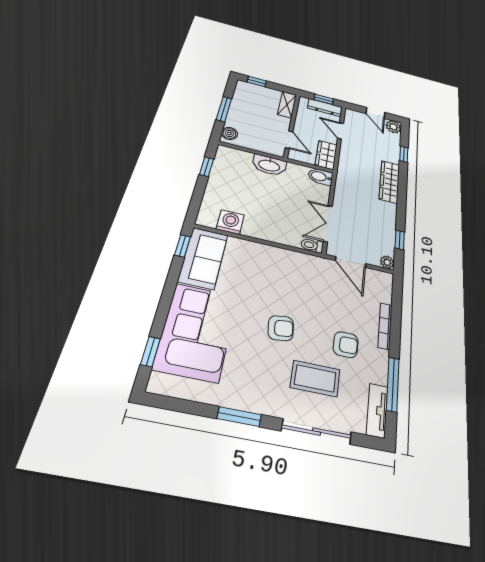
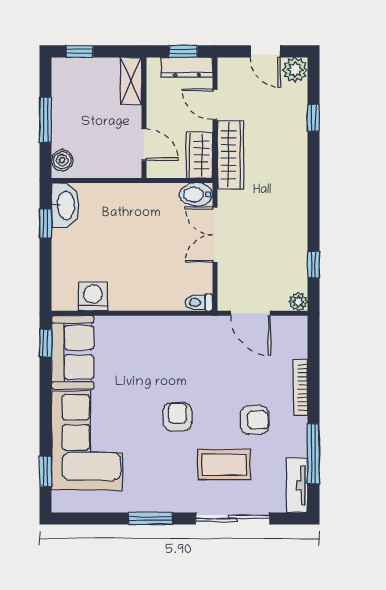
washbasin: (269, 165) -> (65, 205), moved, turned -90
wardrobe: (389, 182) -> (231, 155), moved, turned 180
double door: (328, 223) -> (215, 235), moved
armchair: (281, 328) -> (177, 417), turned -83

